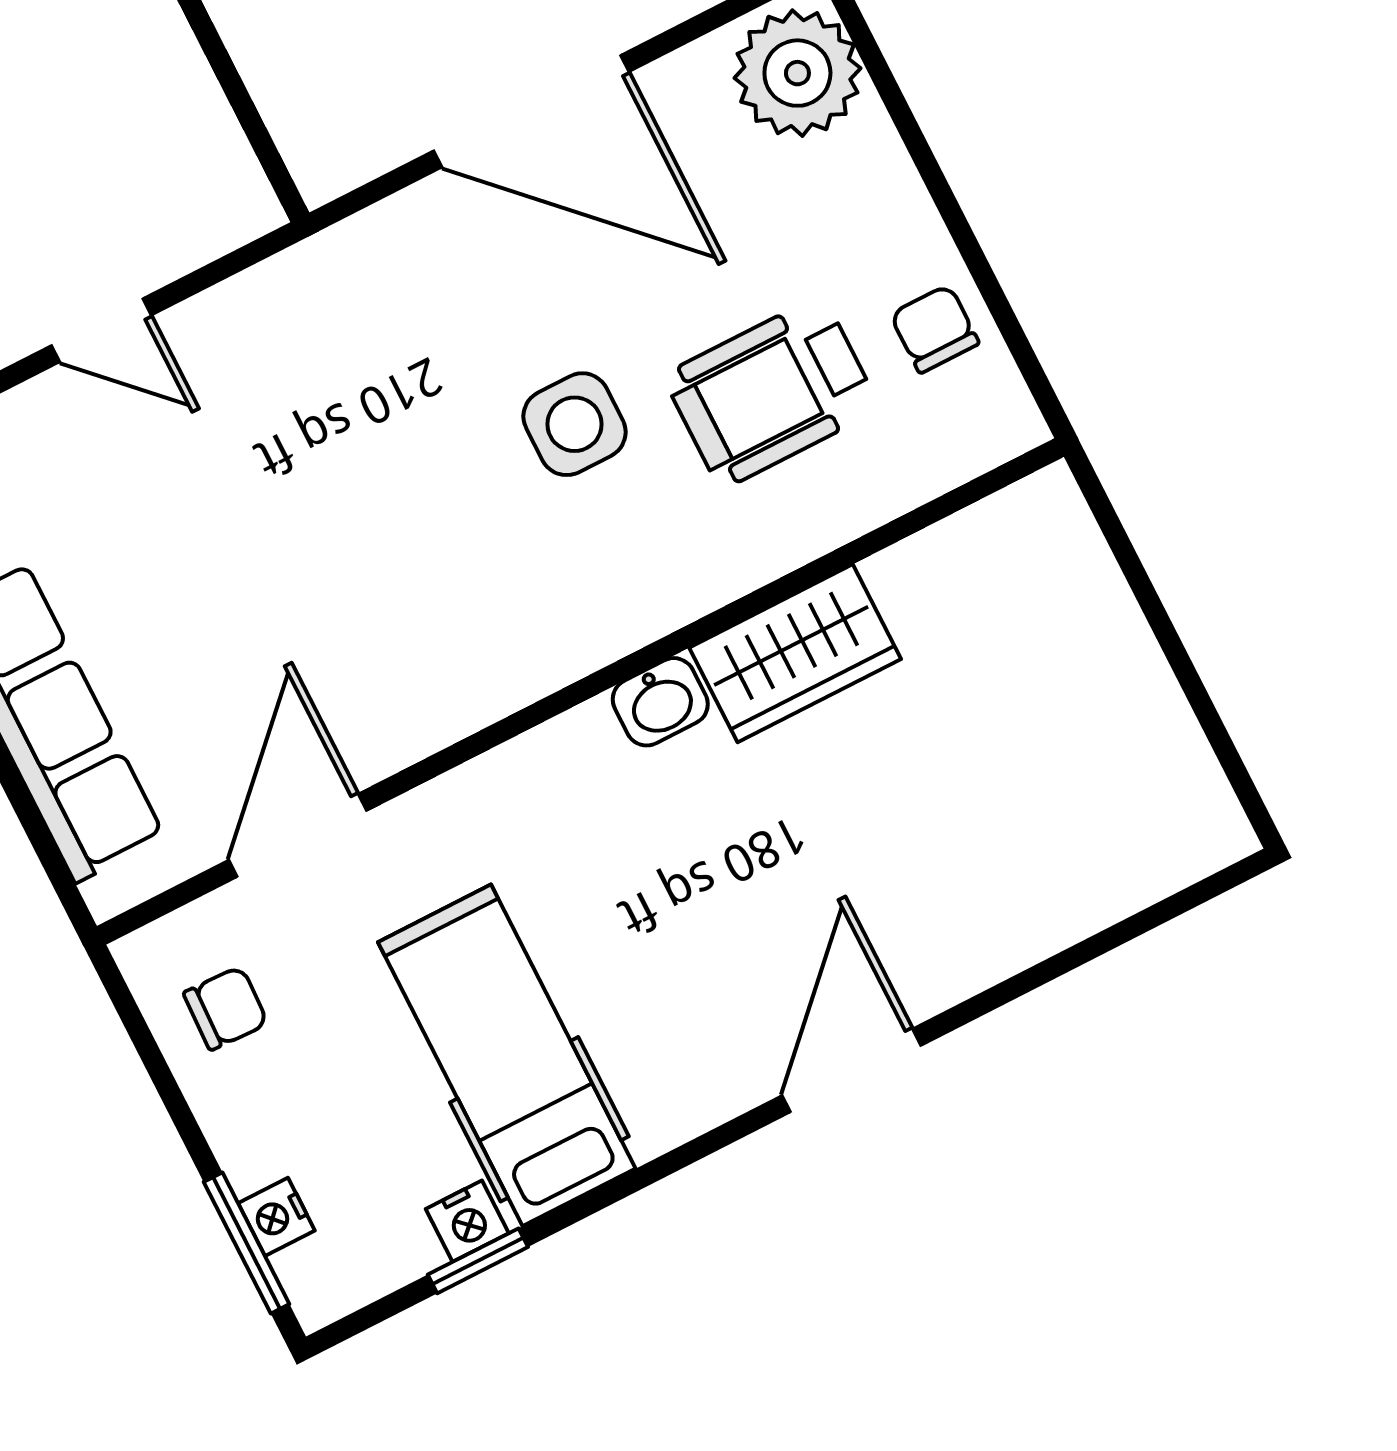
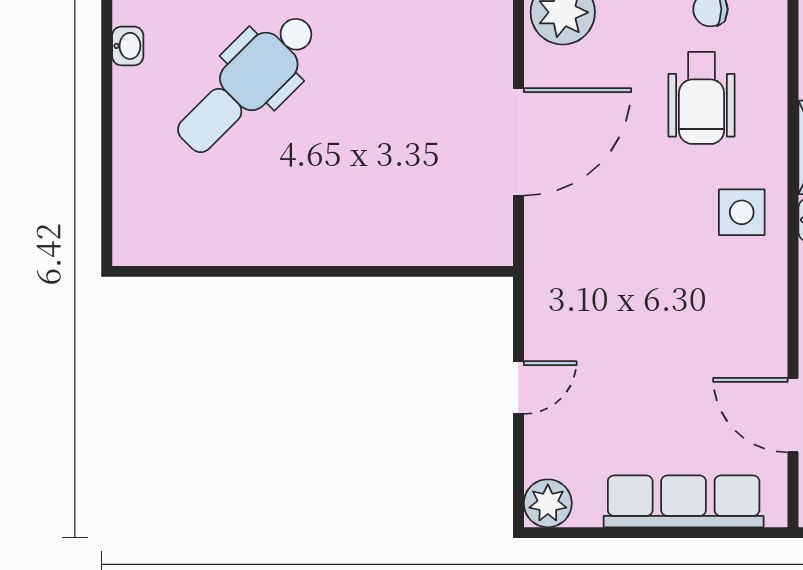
side table: (574, 424) -> (742, 212), moved

